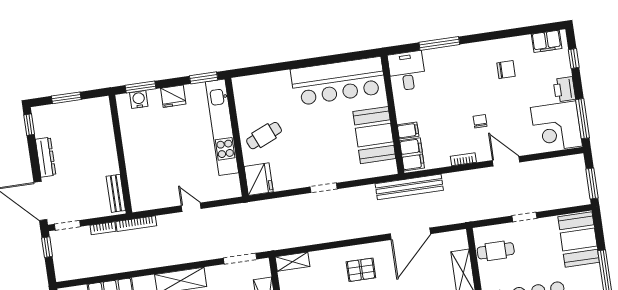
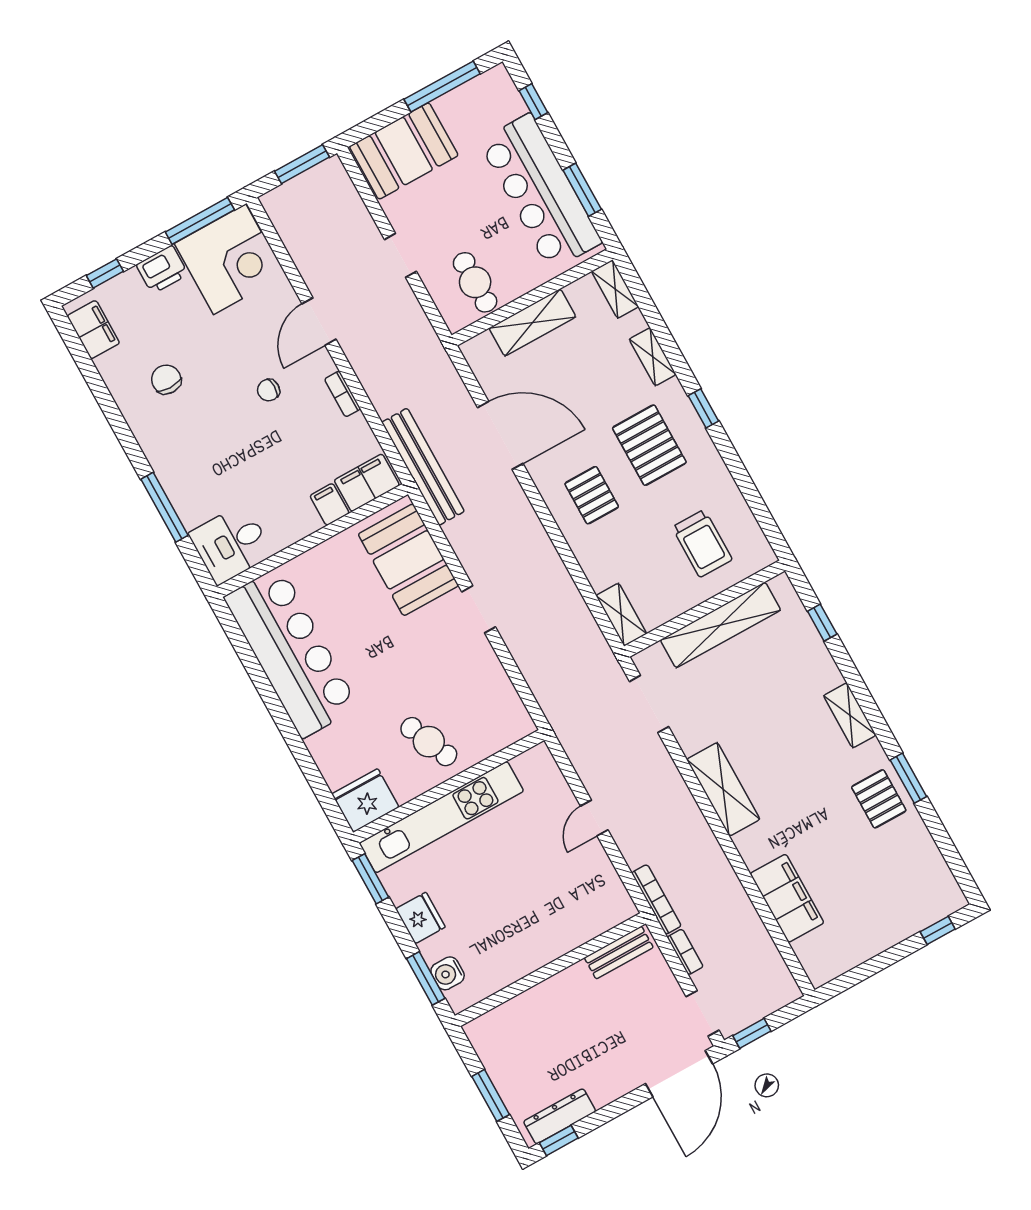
booth: (374, 135) -> (408, 560), moved, turned 90
dresser: (46, 157) -> (560, 1116), moved
fridge: (259, 179) -> (365, 801), moved

